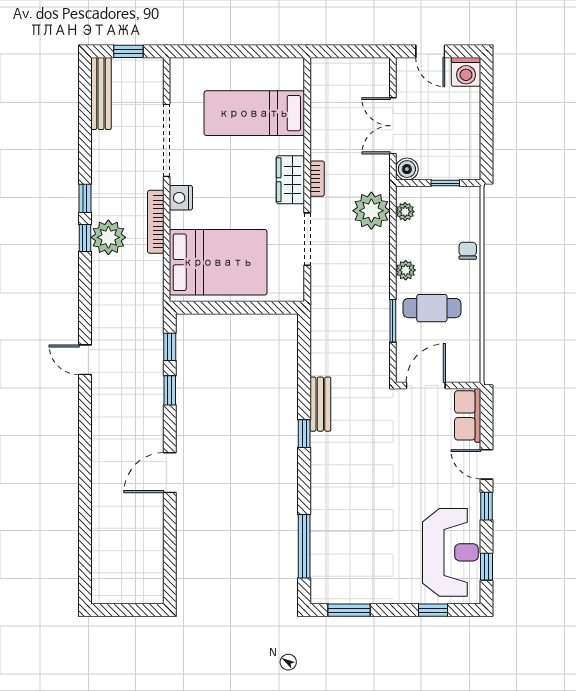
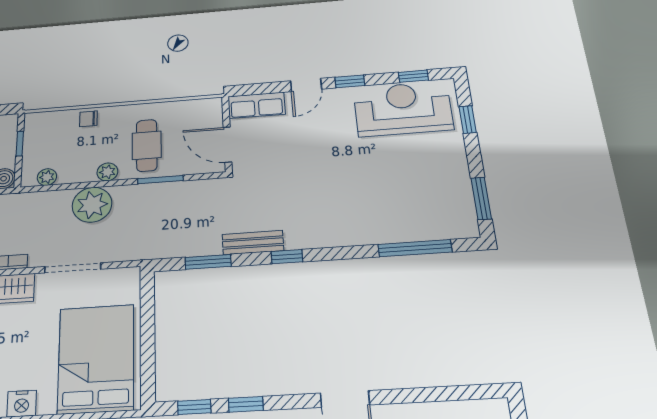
plant: (371, 211) -> (92, 205), moved
window: (304, 363) -> (208, 262), added

